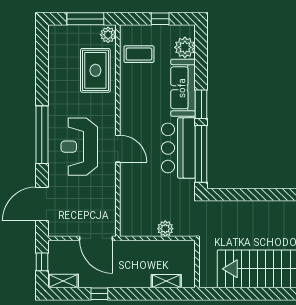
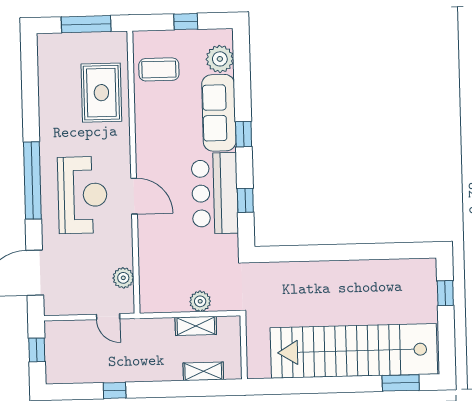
plant: (108, 35) -> (123, 278), moved
window: (201, 104) -> (244, 134), width x0.67
reception desk: (79, 147) -> (82, 195), turned 180
window: (201, 154) -> (245, 200), width x0.32
door: (96, 238) -> (108, 317), width x0.53
shelving: (63, 281) -> (196, 326), moved

